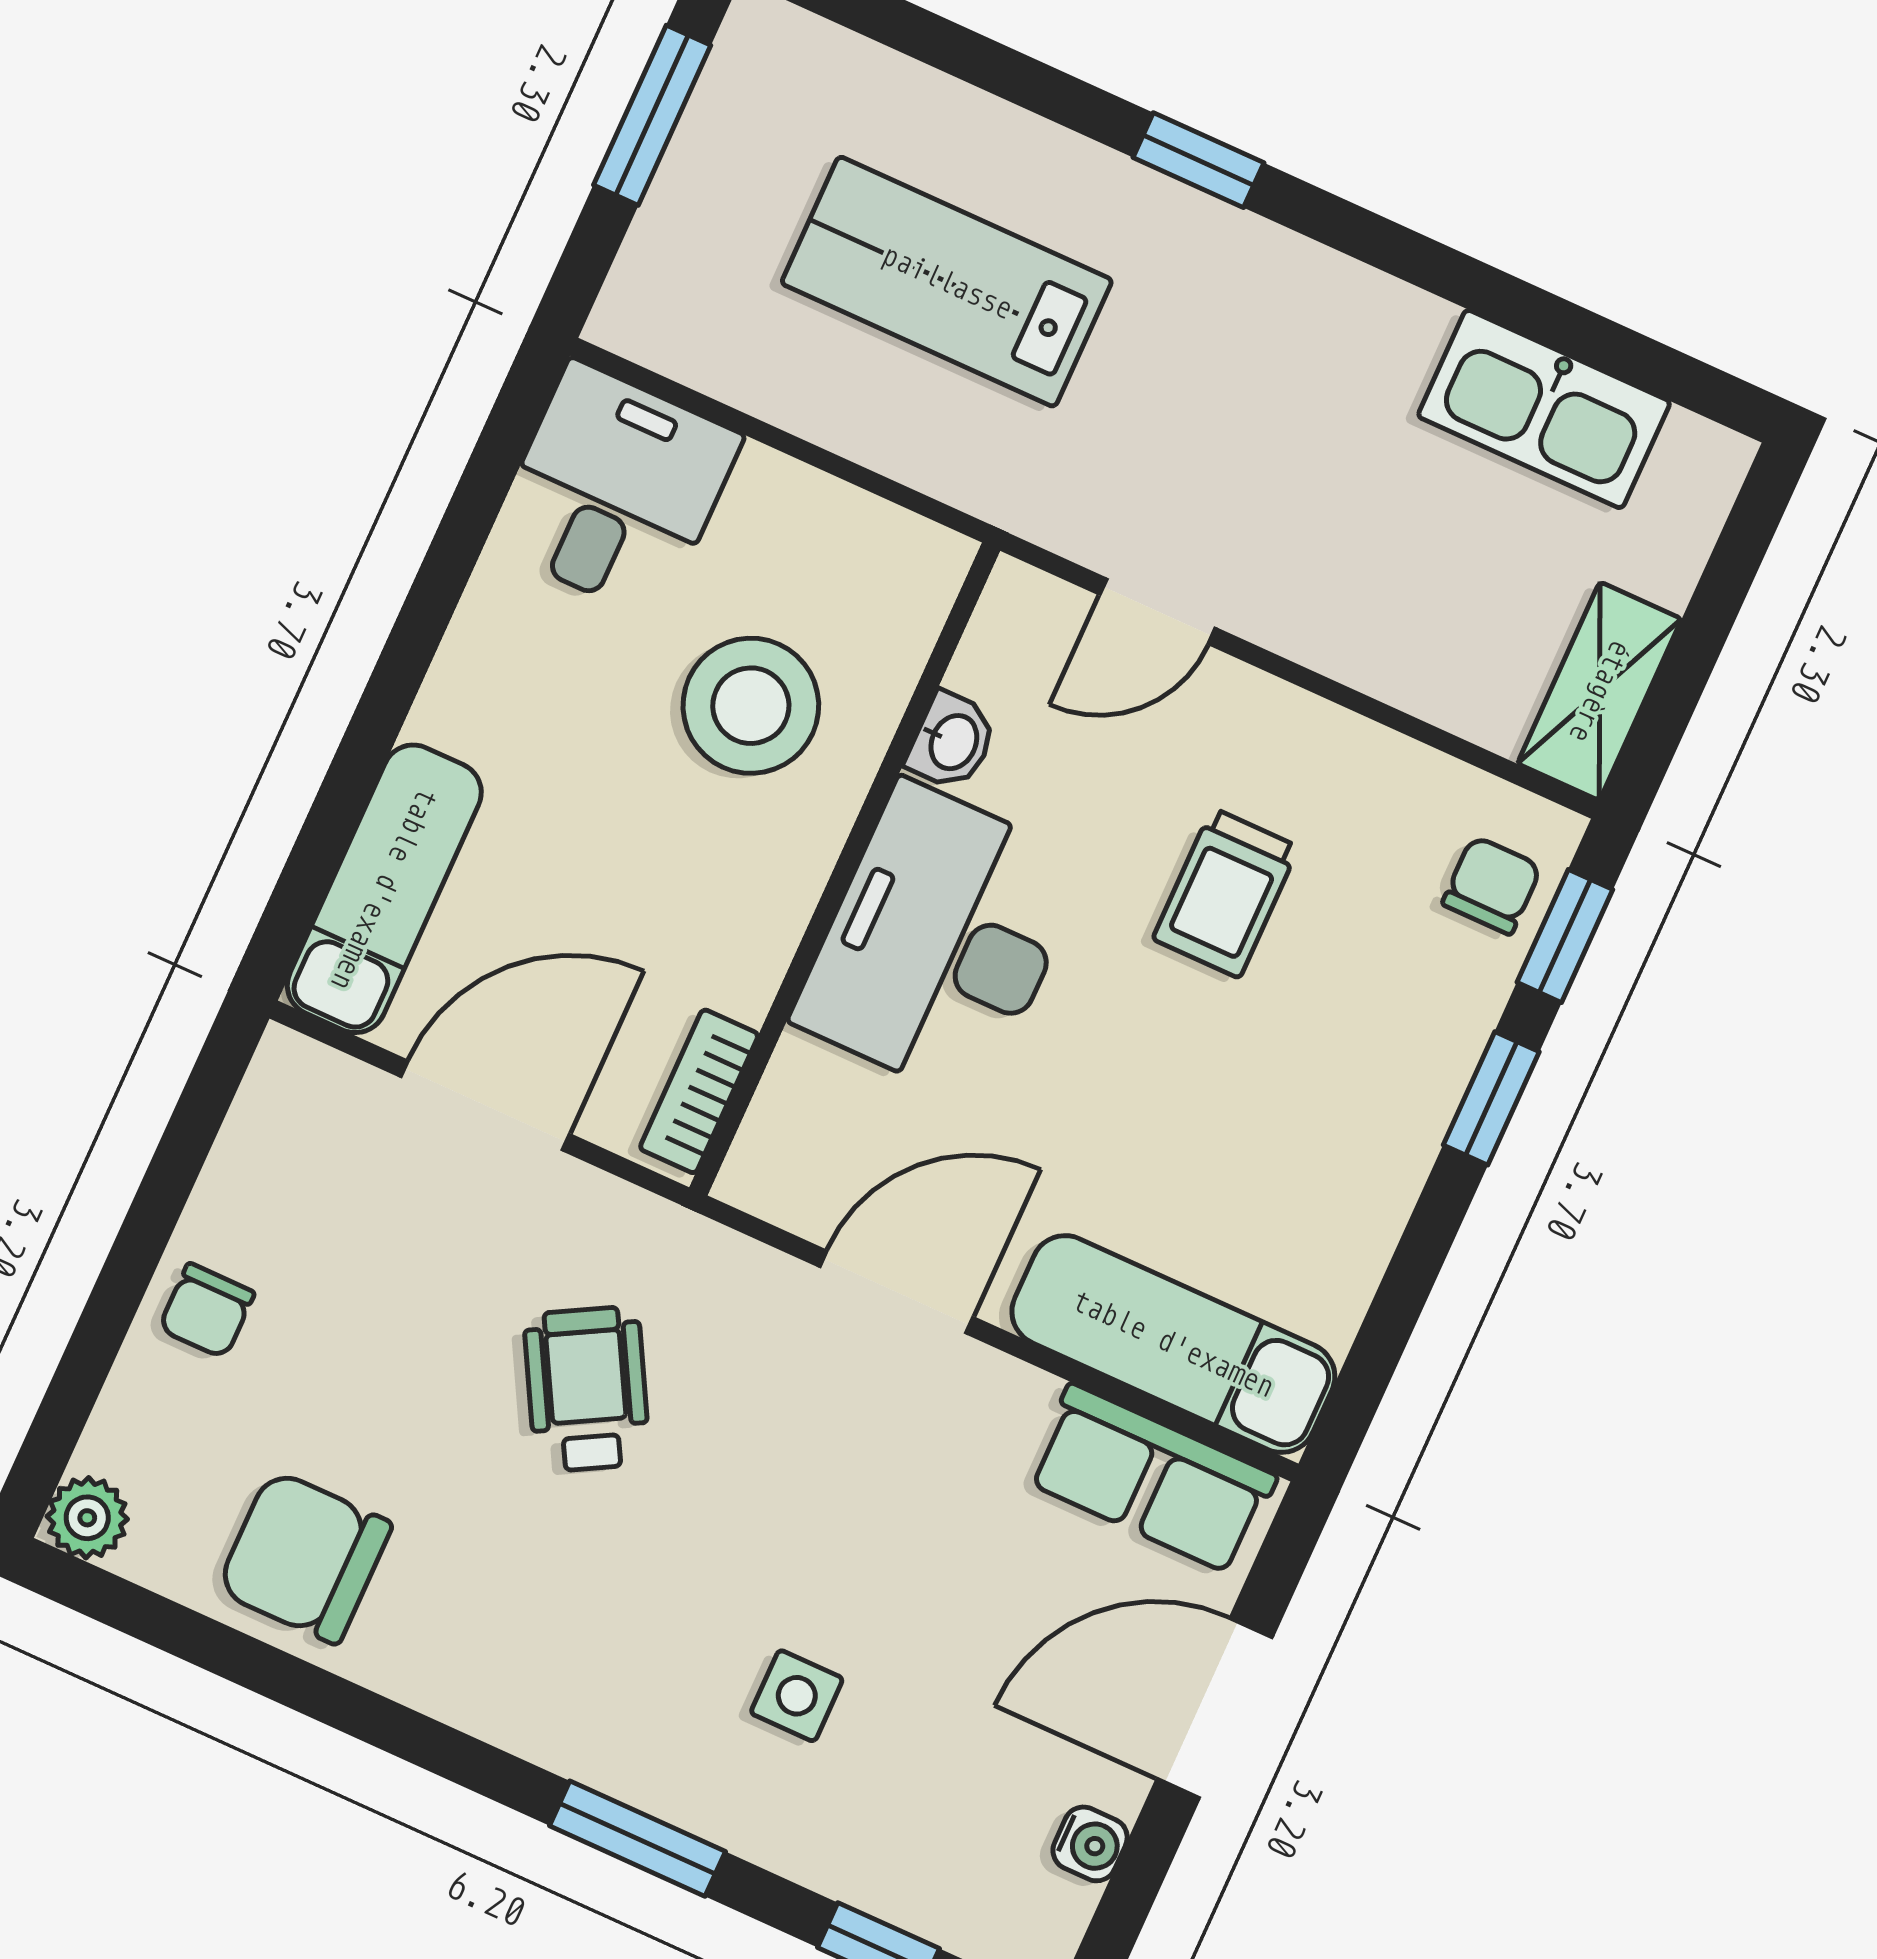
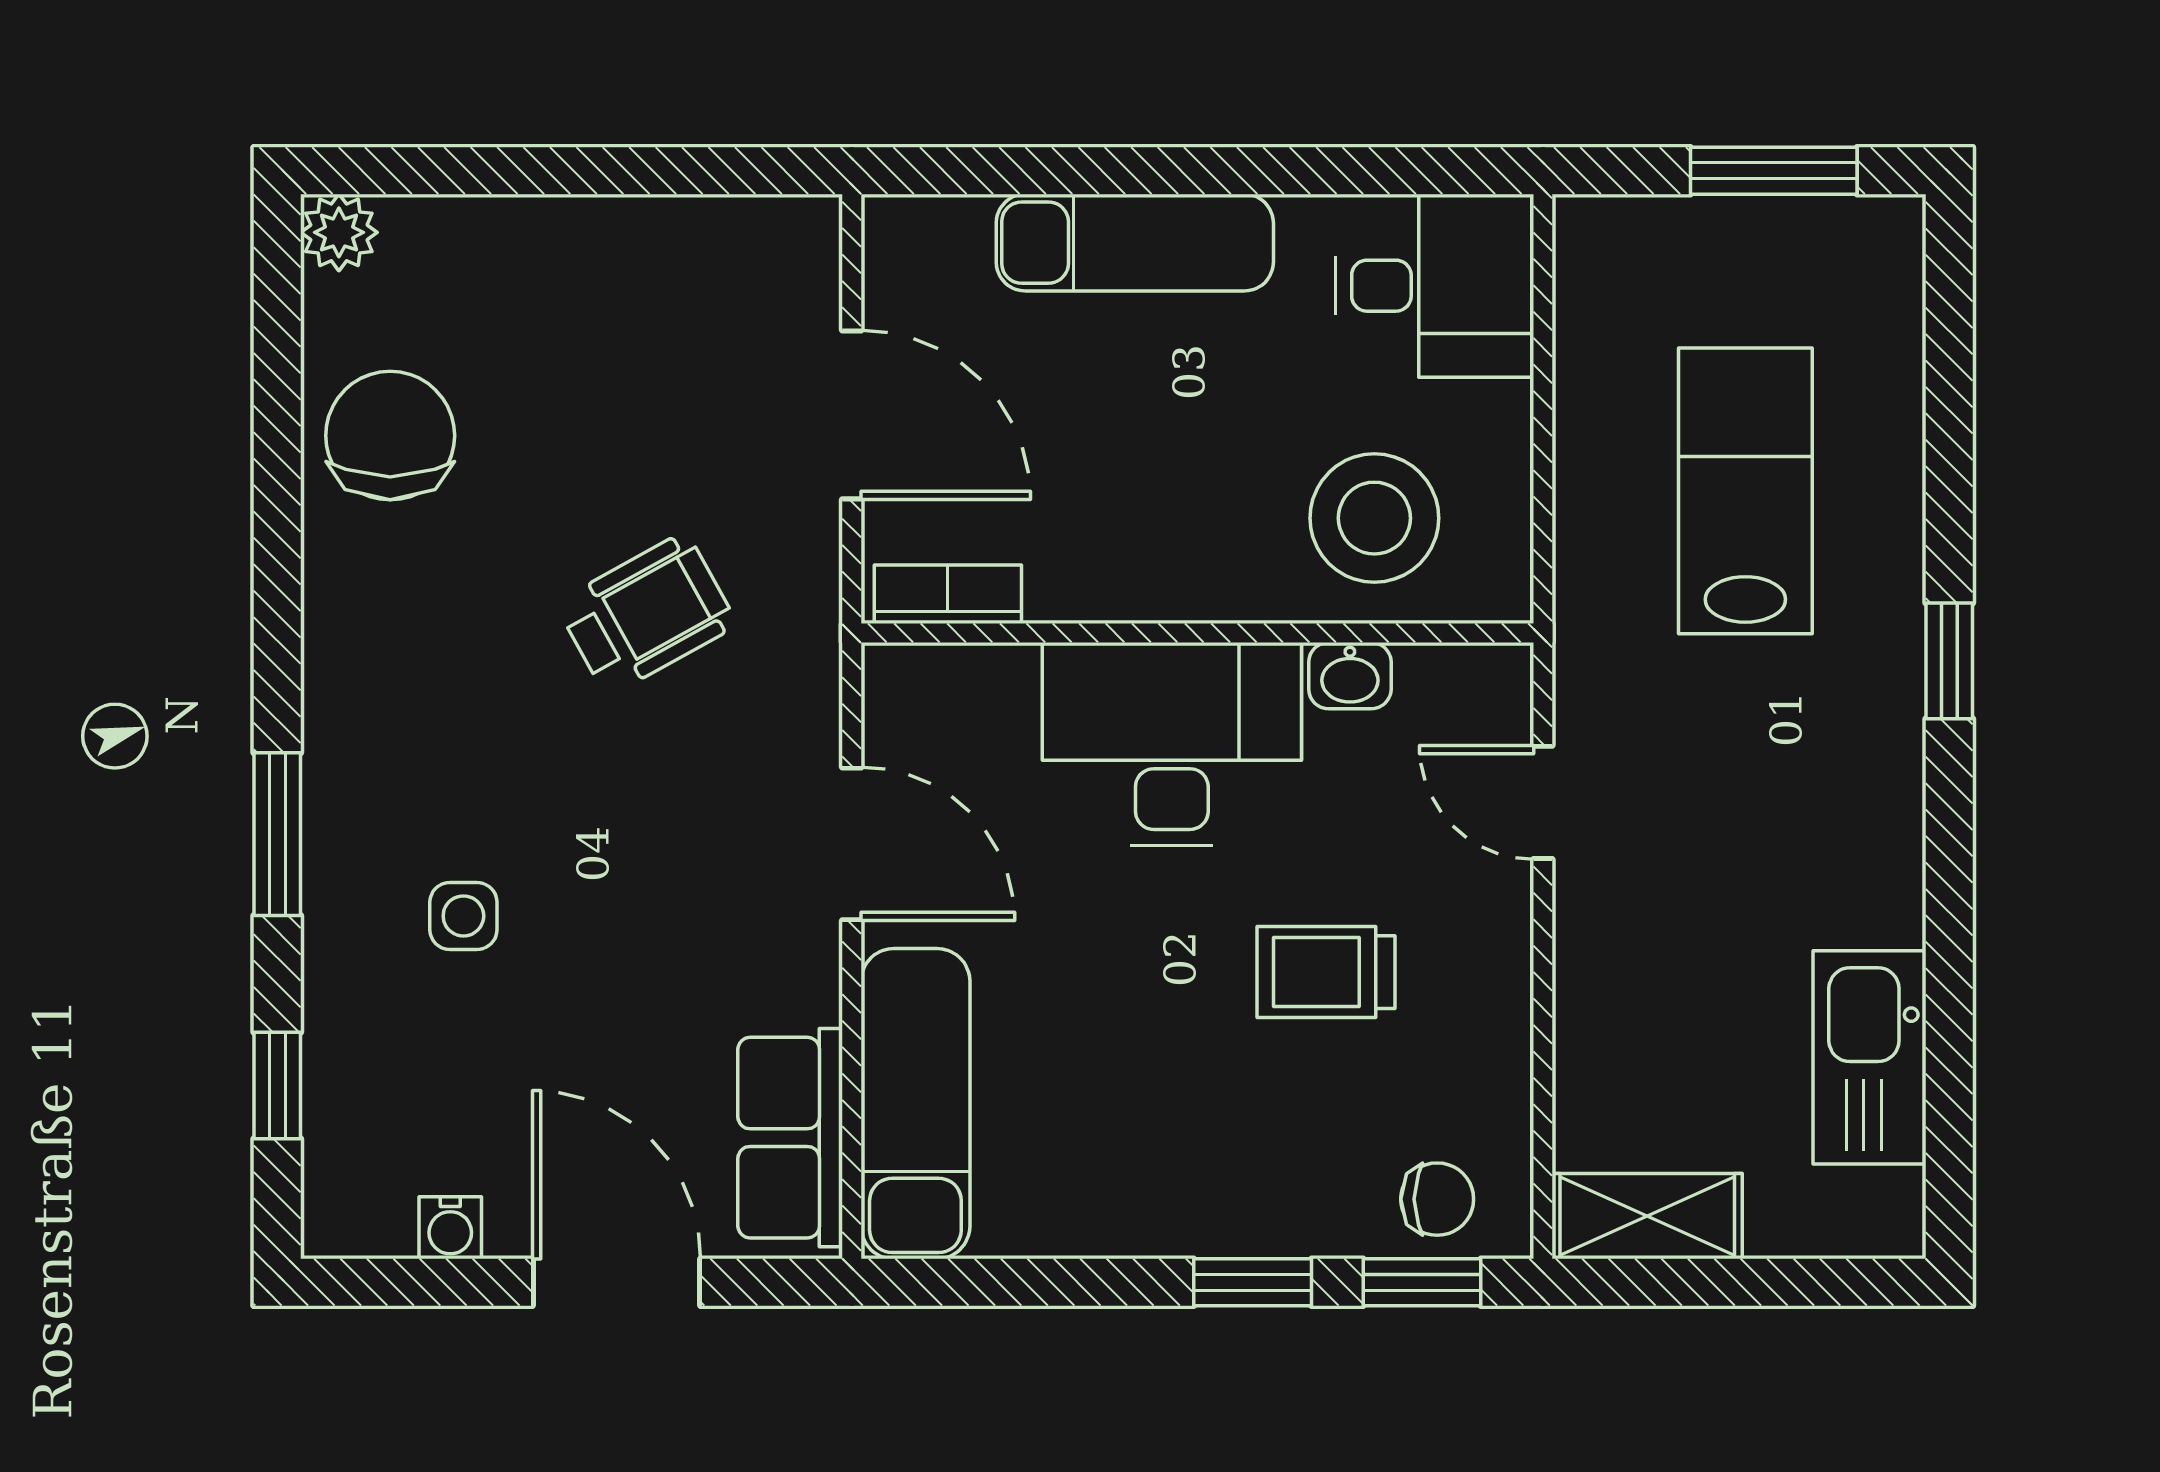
stool: (751, 706) -> (1374, 518), moved
exam couch: (384, 889) -> (1135, 243), moved
chair: (207, 1311) -> (565, 254), removed

